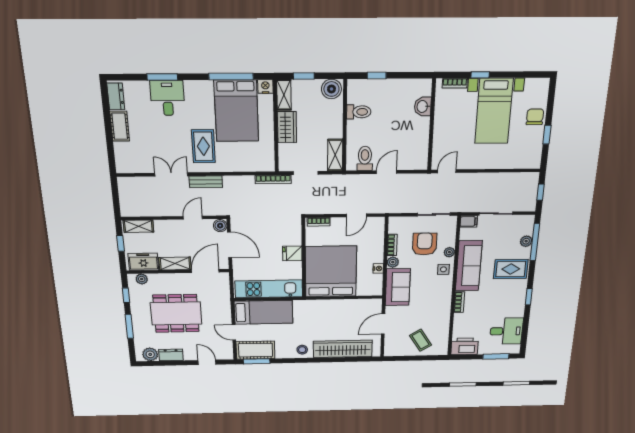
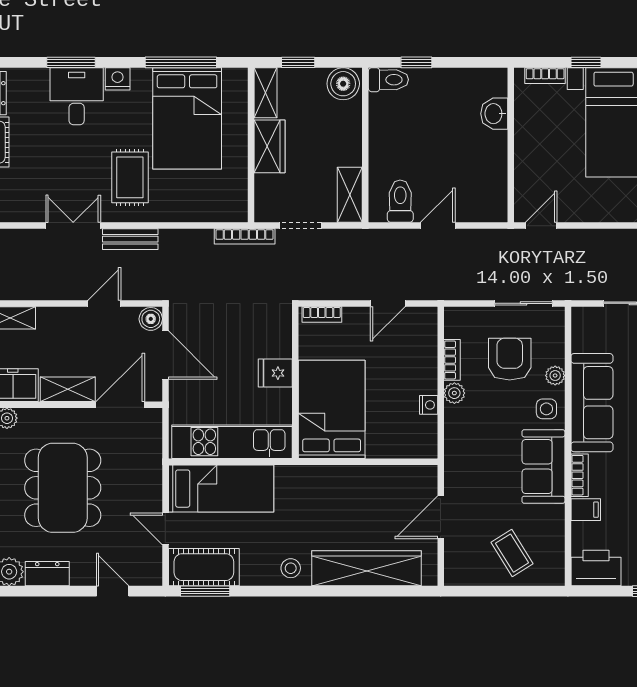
nightstand: (265, 86) -> (118, 79), moved
toilet: (359, 112) -> (388, 80), moved
filing cabinet: (469, 221) -> (586, 510), moved
bed: (331, 271) -> (332, 409), width x0.73
sofa: (398, 287) -> (543, 467), moved, turned 180
dining table: (176, 313) -> (63, 488), turned 90

